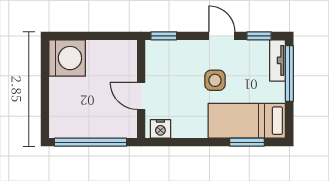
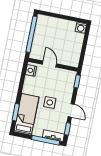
door: (222, 36) -> (71, 110), hinge flipped
washing machine: (67, 58) -> (81, 28), width x0.53, depth x0.53
door: (141, 96) -> (49, 64), hinge flipped

